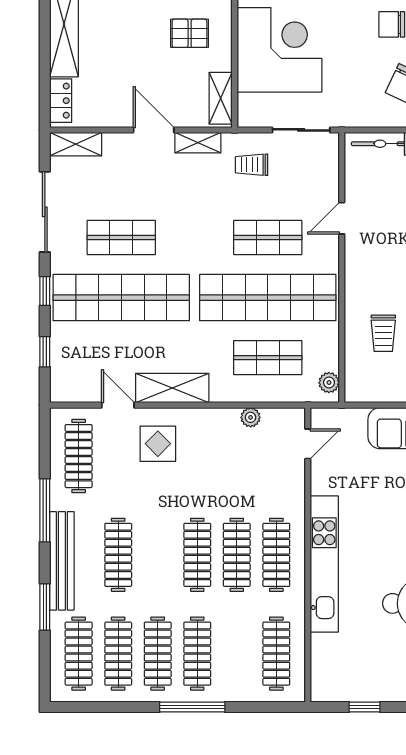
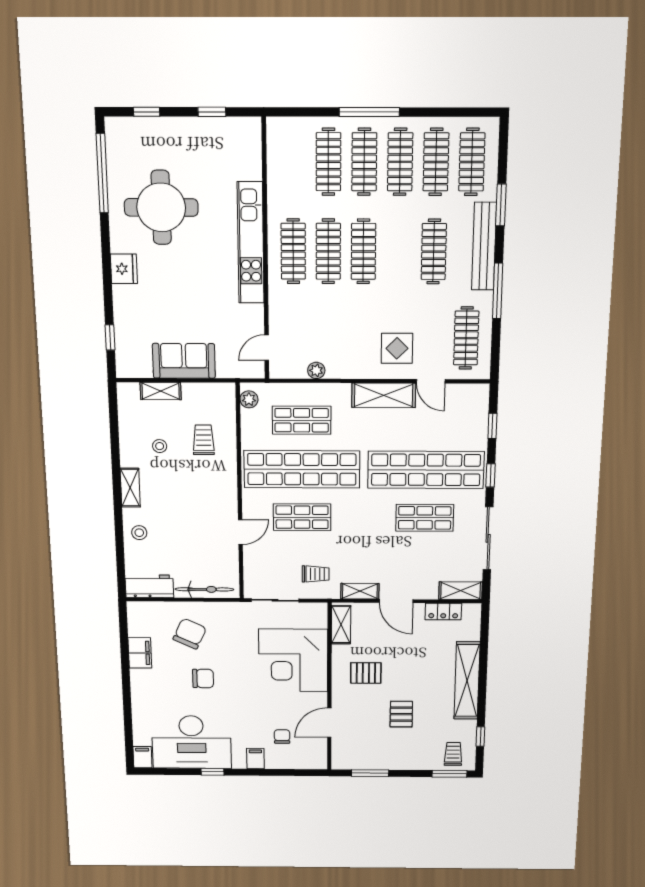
locker: (61, 101) -> (443, 612), moved, turned -90
clothes rail: (276, 654) -> (328, 162), moved

